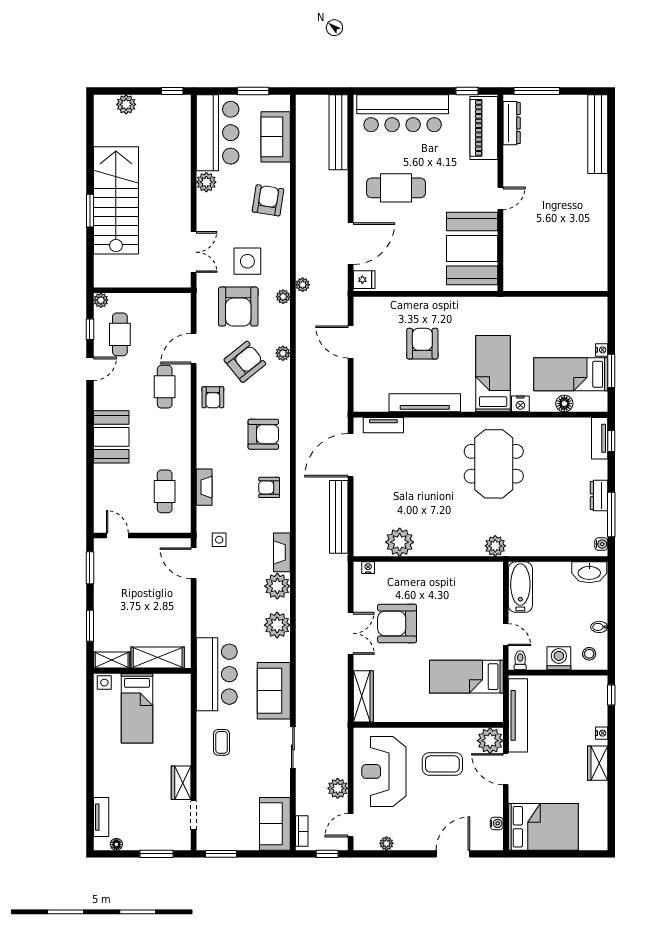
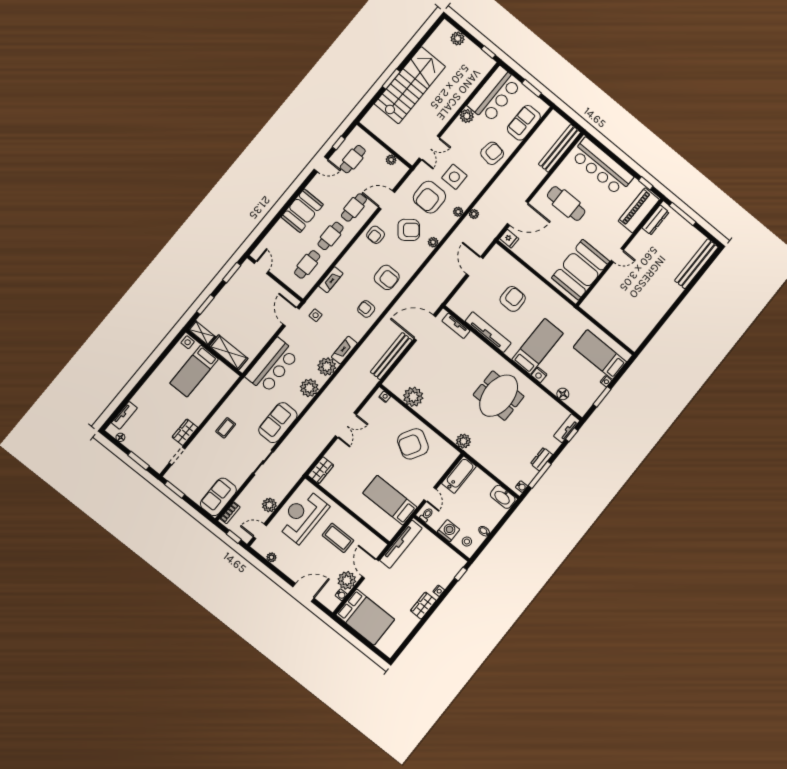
plant: (101, 300) -> (391, 160), moved
bed: (571, 374) -> (600, 355), moved
cafe table: (165, 439) -> (331, 236), added
armchair: (397, 623) -> (413, 444), moved, turned -60
bar counter: (217, 674) -> (272, 366), moved
wardrobe: (363, 696) -> (321, 470), width x0.67
plant: (490, 741) -> (347, 580), moved

